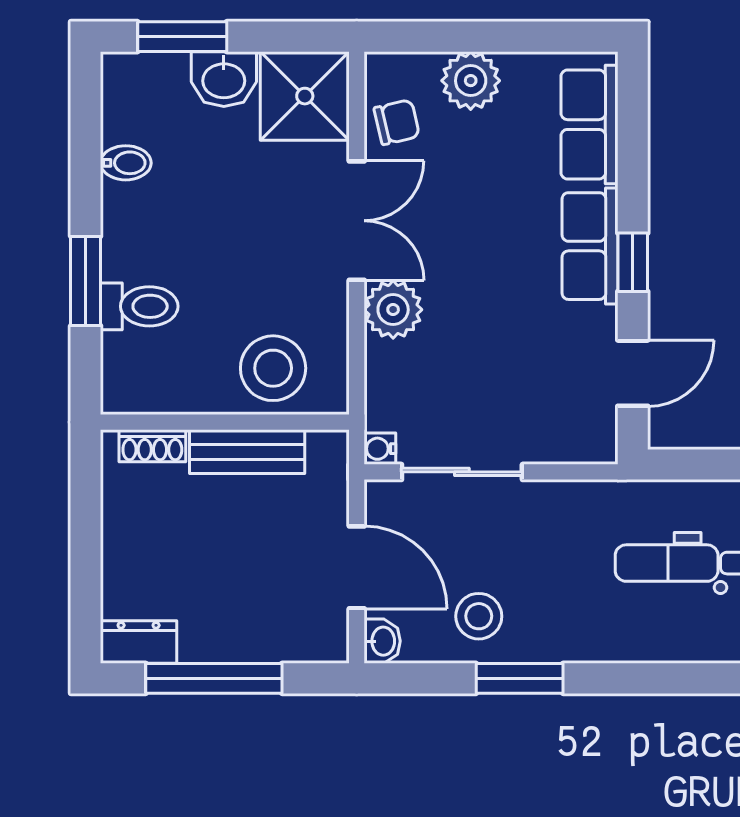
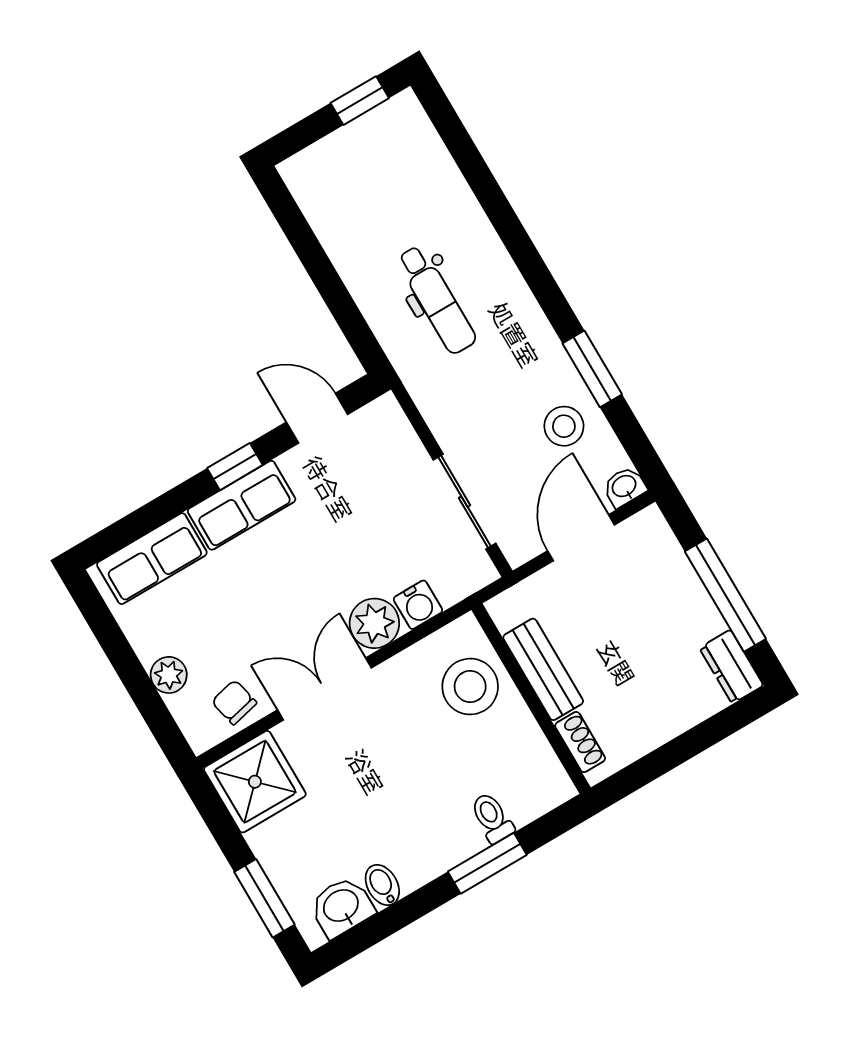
washbasin: (224, 79) -> (342, 907), moved, turned -90
plant: (471, 81) -> (169, 675), width x0.73, depth x0.73
toilet: (139, 306) -> (492, 818), width x0.73, depth x0.72
water cooler: (380, 449) -> (418, 605), moved, width x1.38, depth x1.38

